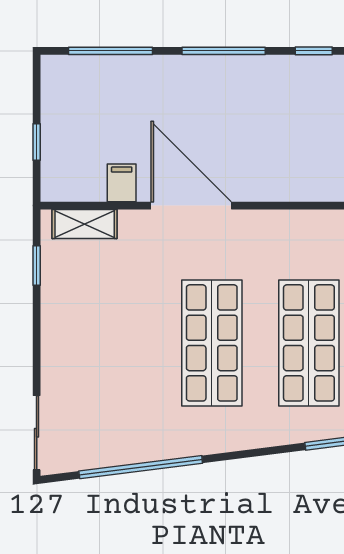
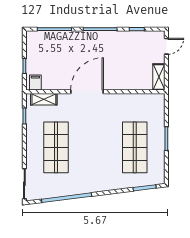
filing cabinet: (122, 183) -> (35, 83), moved
door: (191, 206) -> (87, 92), hinge flipped
shop shelf: (212, 343) -> (56, 147), moved

